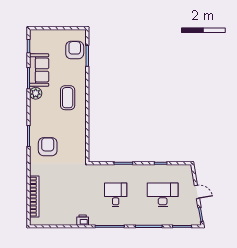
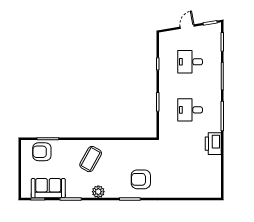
sofa: (39, 70) -> (48, 188), moved
plant: (36, 93) -> (98, 192), moved
coffee table: (68, 98) -> (91, 159), turned -61
desk: (163, 195) -> (190, 62), width x0.73
bookcase: (34, 197) -> (192, 193), removed
printer: (83, 220) -> (213, 144), width x1.87, depth x1.48

